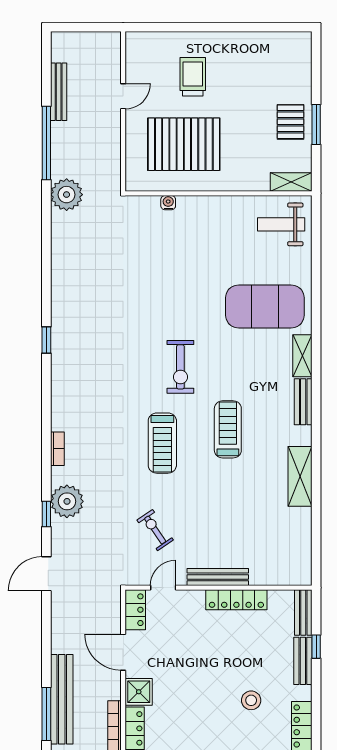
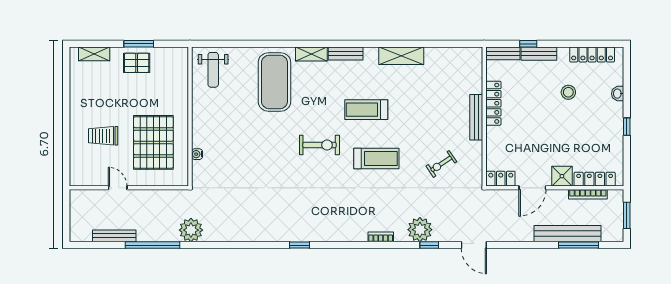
shelving: (291, 182) -> (94, 54), moved, turned 90
door: (163, 588) -> (484, 158), removed

